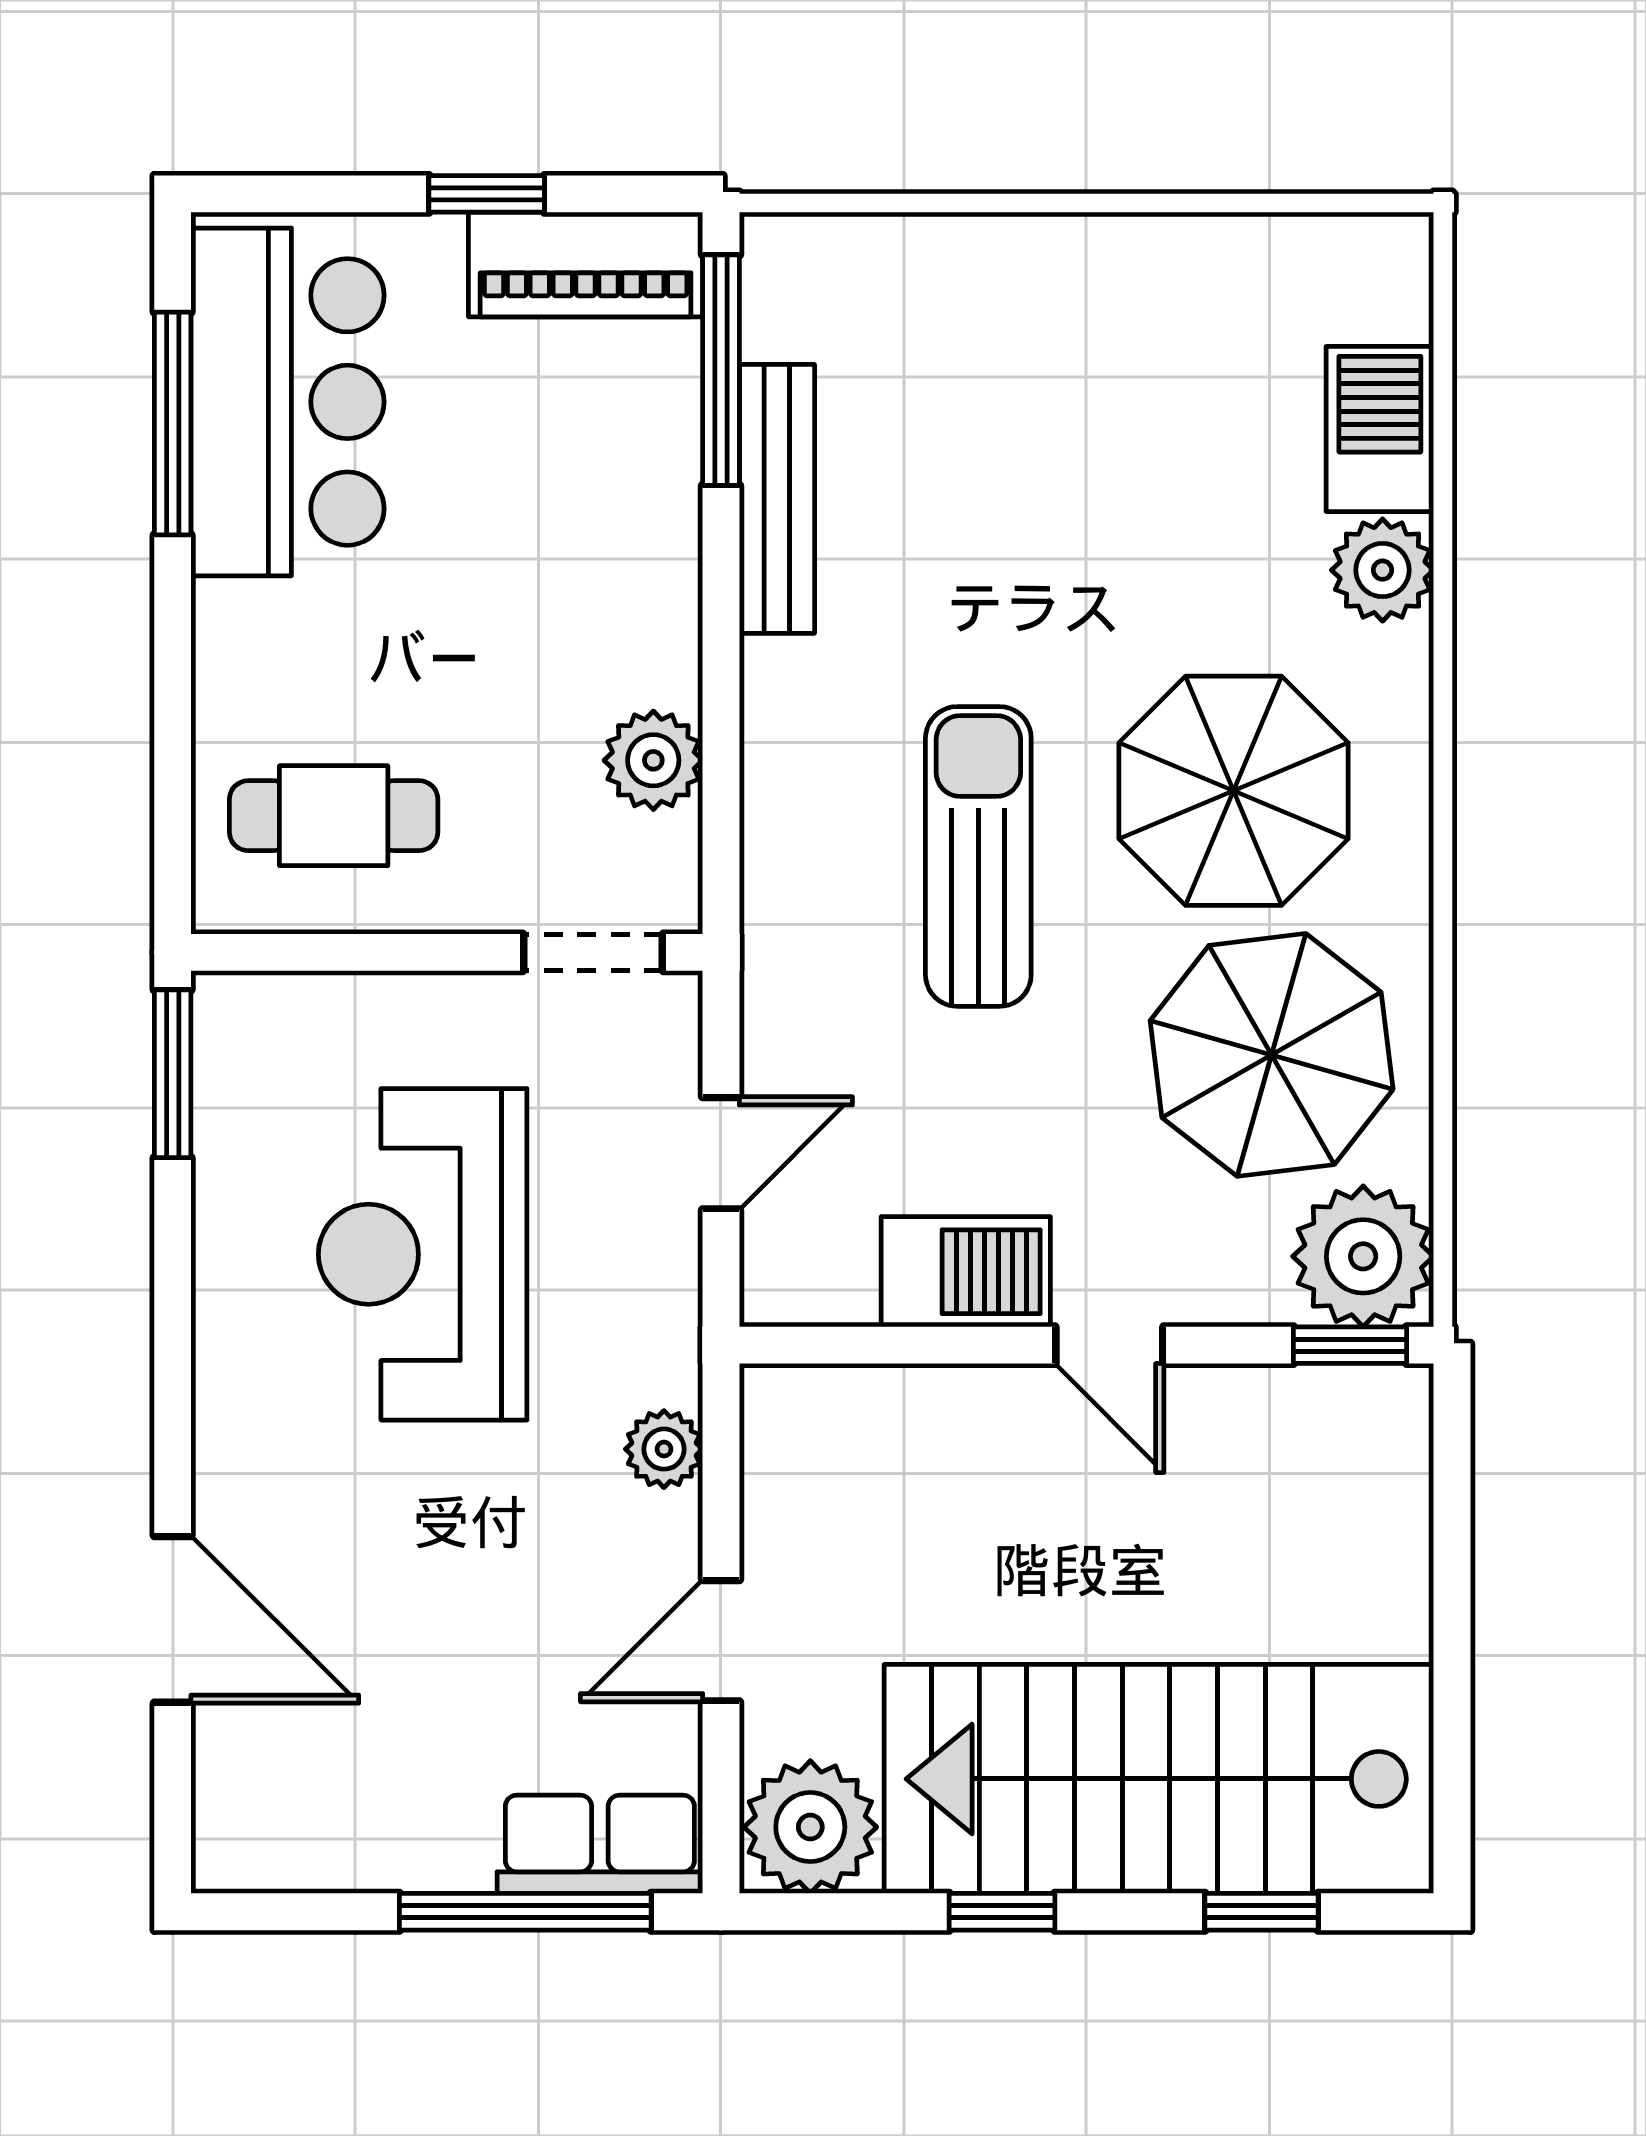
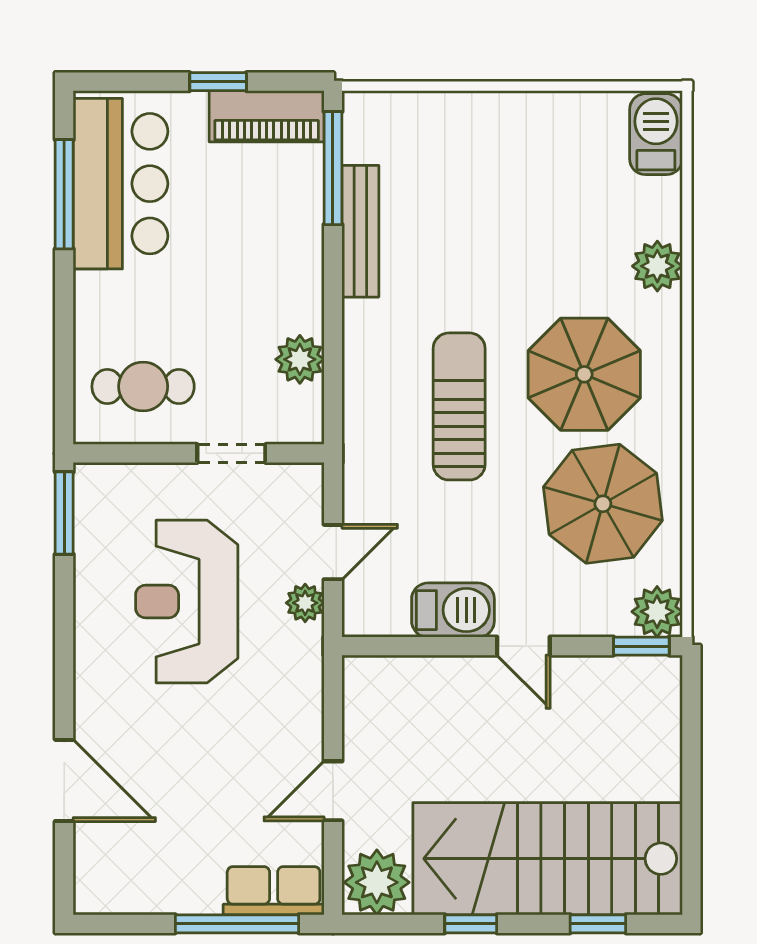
barbecue: (1380, 429) -> (656, 134), moved
doorway: (593, 952) -> (231, 453), moved
plant: (1363, 1256) -> (657, 612), width x0.73, depth x0.73
plant: (664, 1449) -> (305, 603), moved

